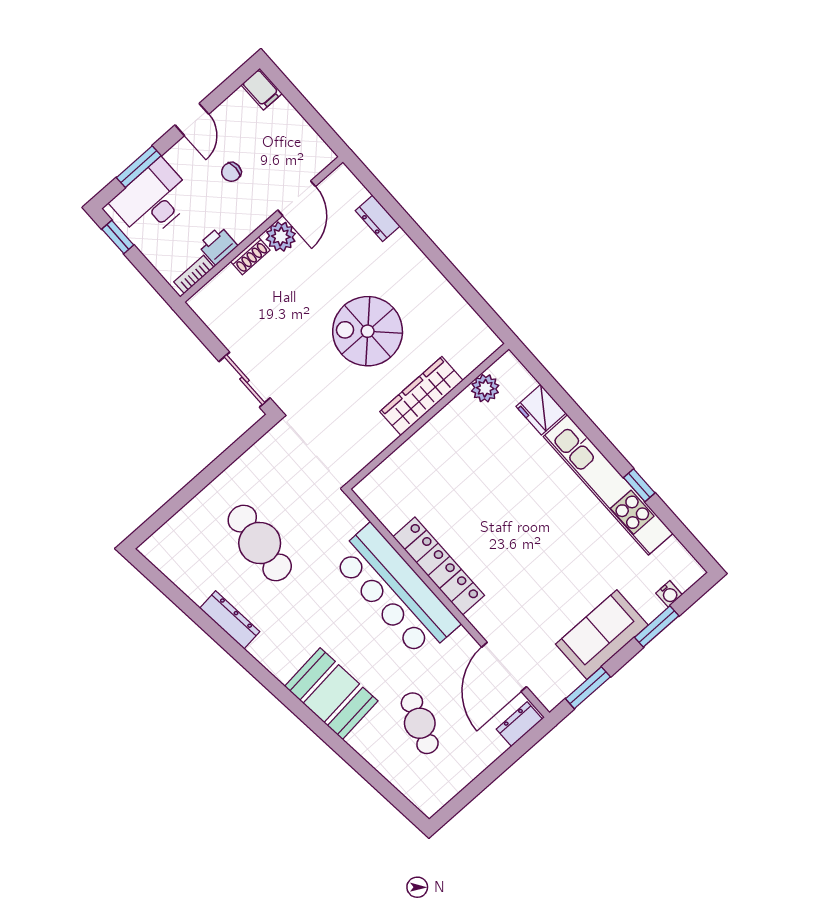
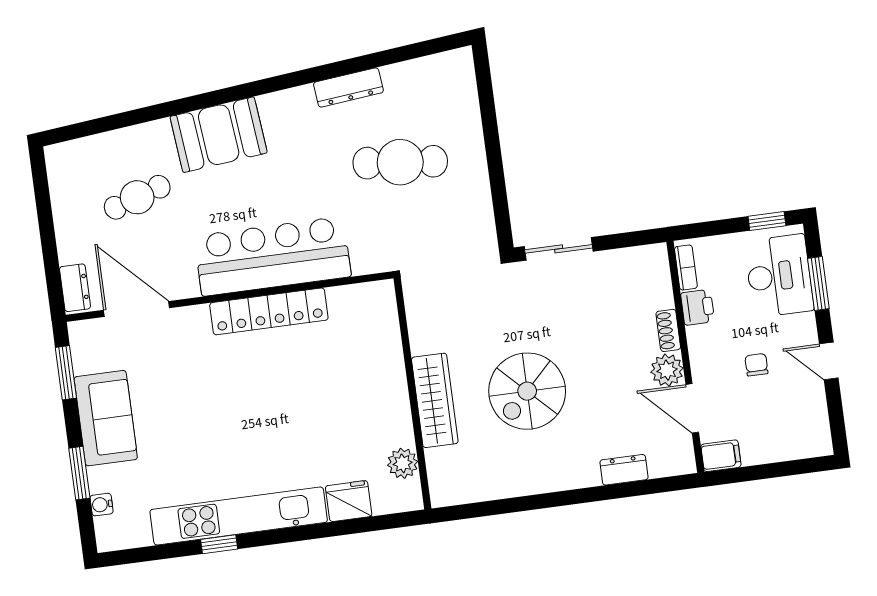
filing cabinet: (262, 89) -> (721, 456), moved, turned 180
spiral stairs: (368, 331) -> (527, 391), turned 180
cafe table: (420, 723) -> (137, 197), turned -39

